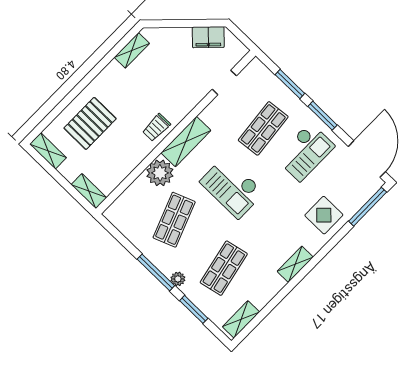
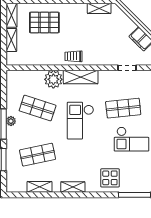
shelving: (89, 191) -> (11, 40), moved
shop shelf: (174, 220) -> (38, 108), turned 39
plant: (178, 279) -> (11, 121), moved
shelving: (241, 319) -> (39, 187), moved

